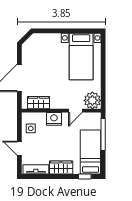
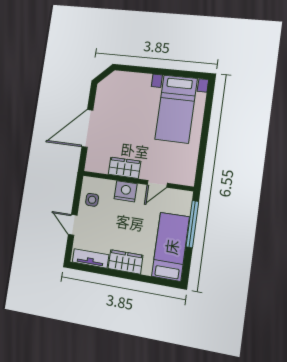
plant: (92, 100) -> (183, 173), removed
wardrobe: (39, 103) -> (124, 168), moved
window: (85, 177) -> (157, 281), removed

